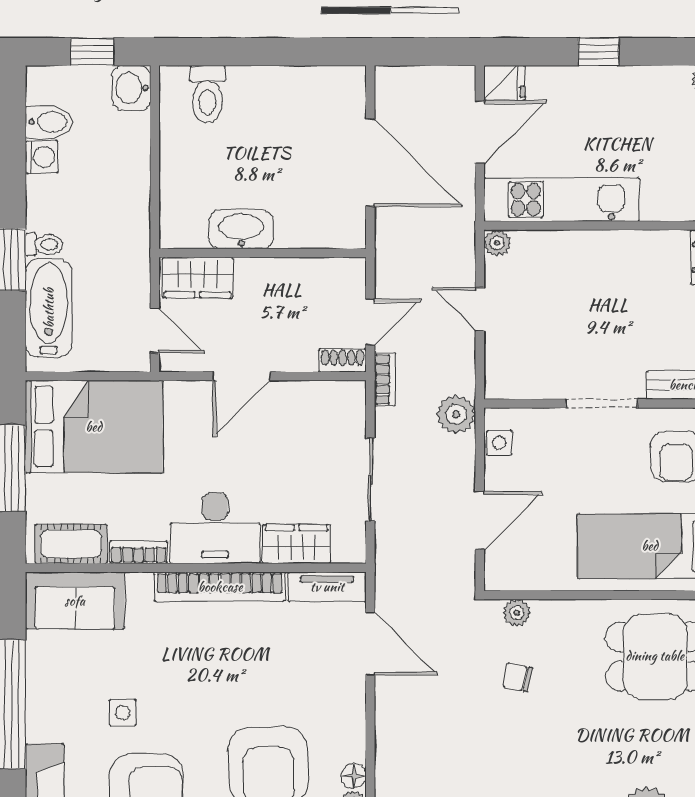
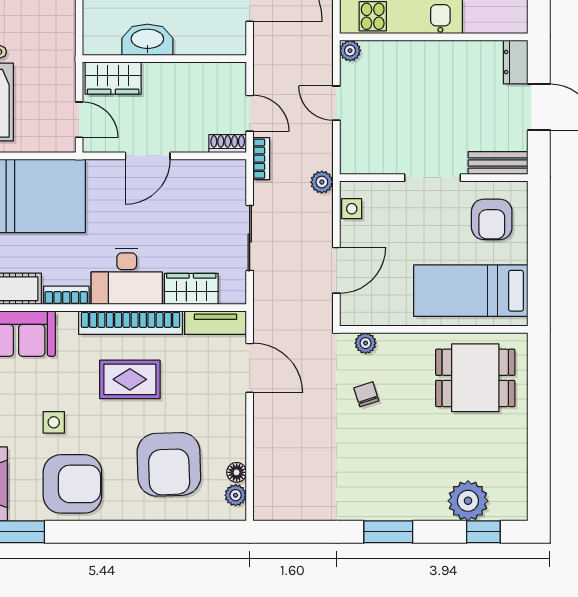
door: (370, 322) -> (250, 113), hinge flipped
plant: (456, 414) -> (322, 182), width x0.73, depth x0.73
rug: (219, 658) -> (130, 379), added
chair: (518, 677) -> (366, 394), turned 60

